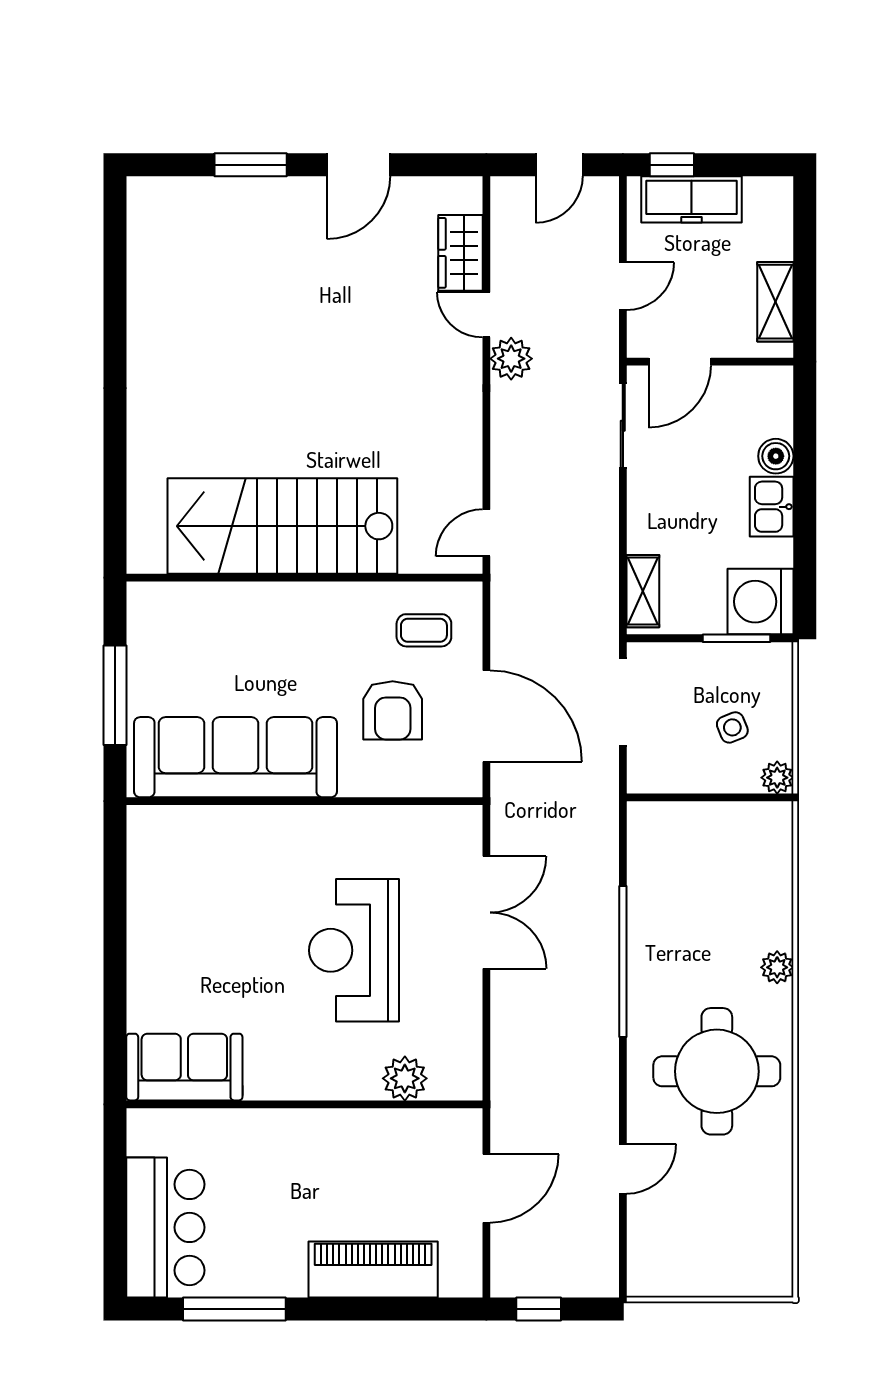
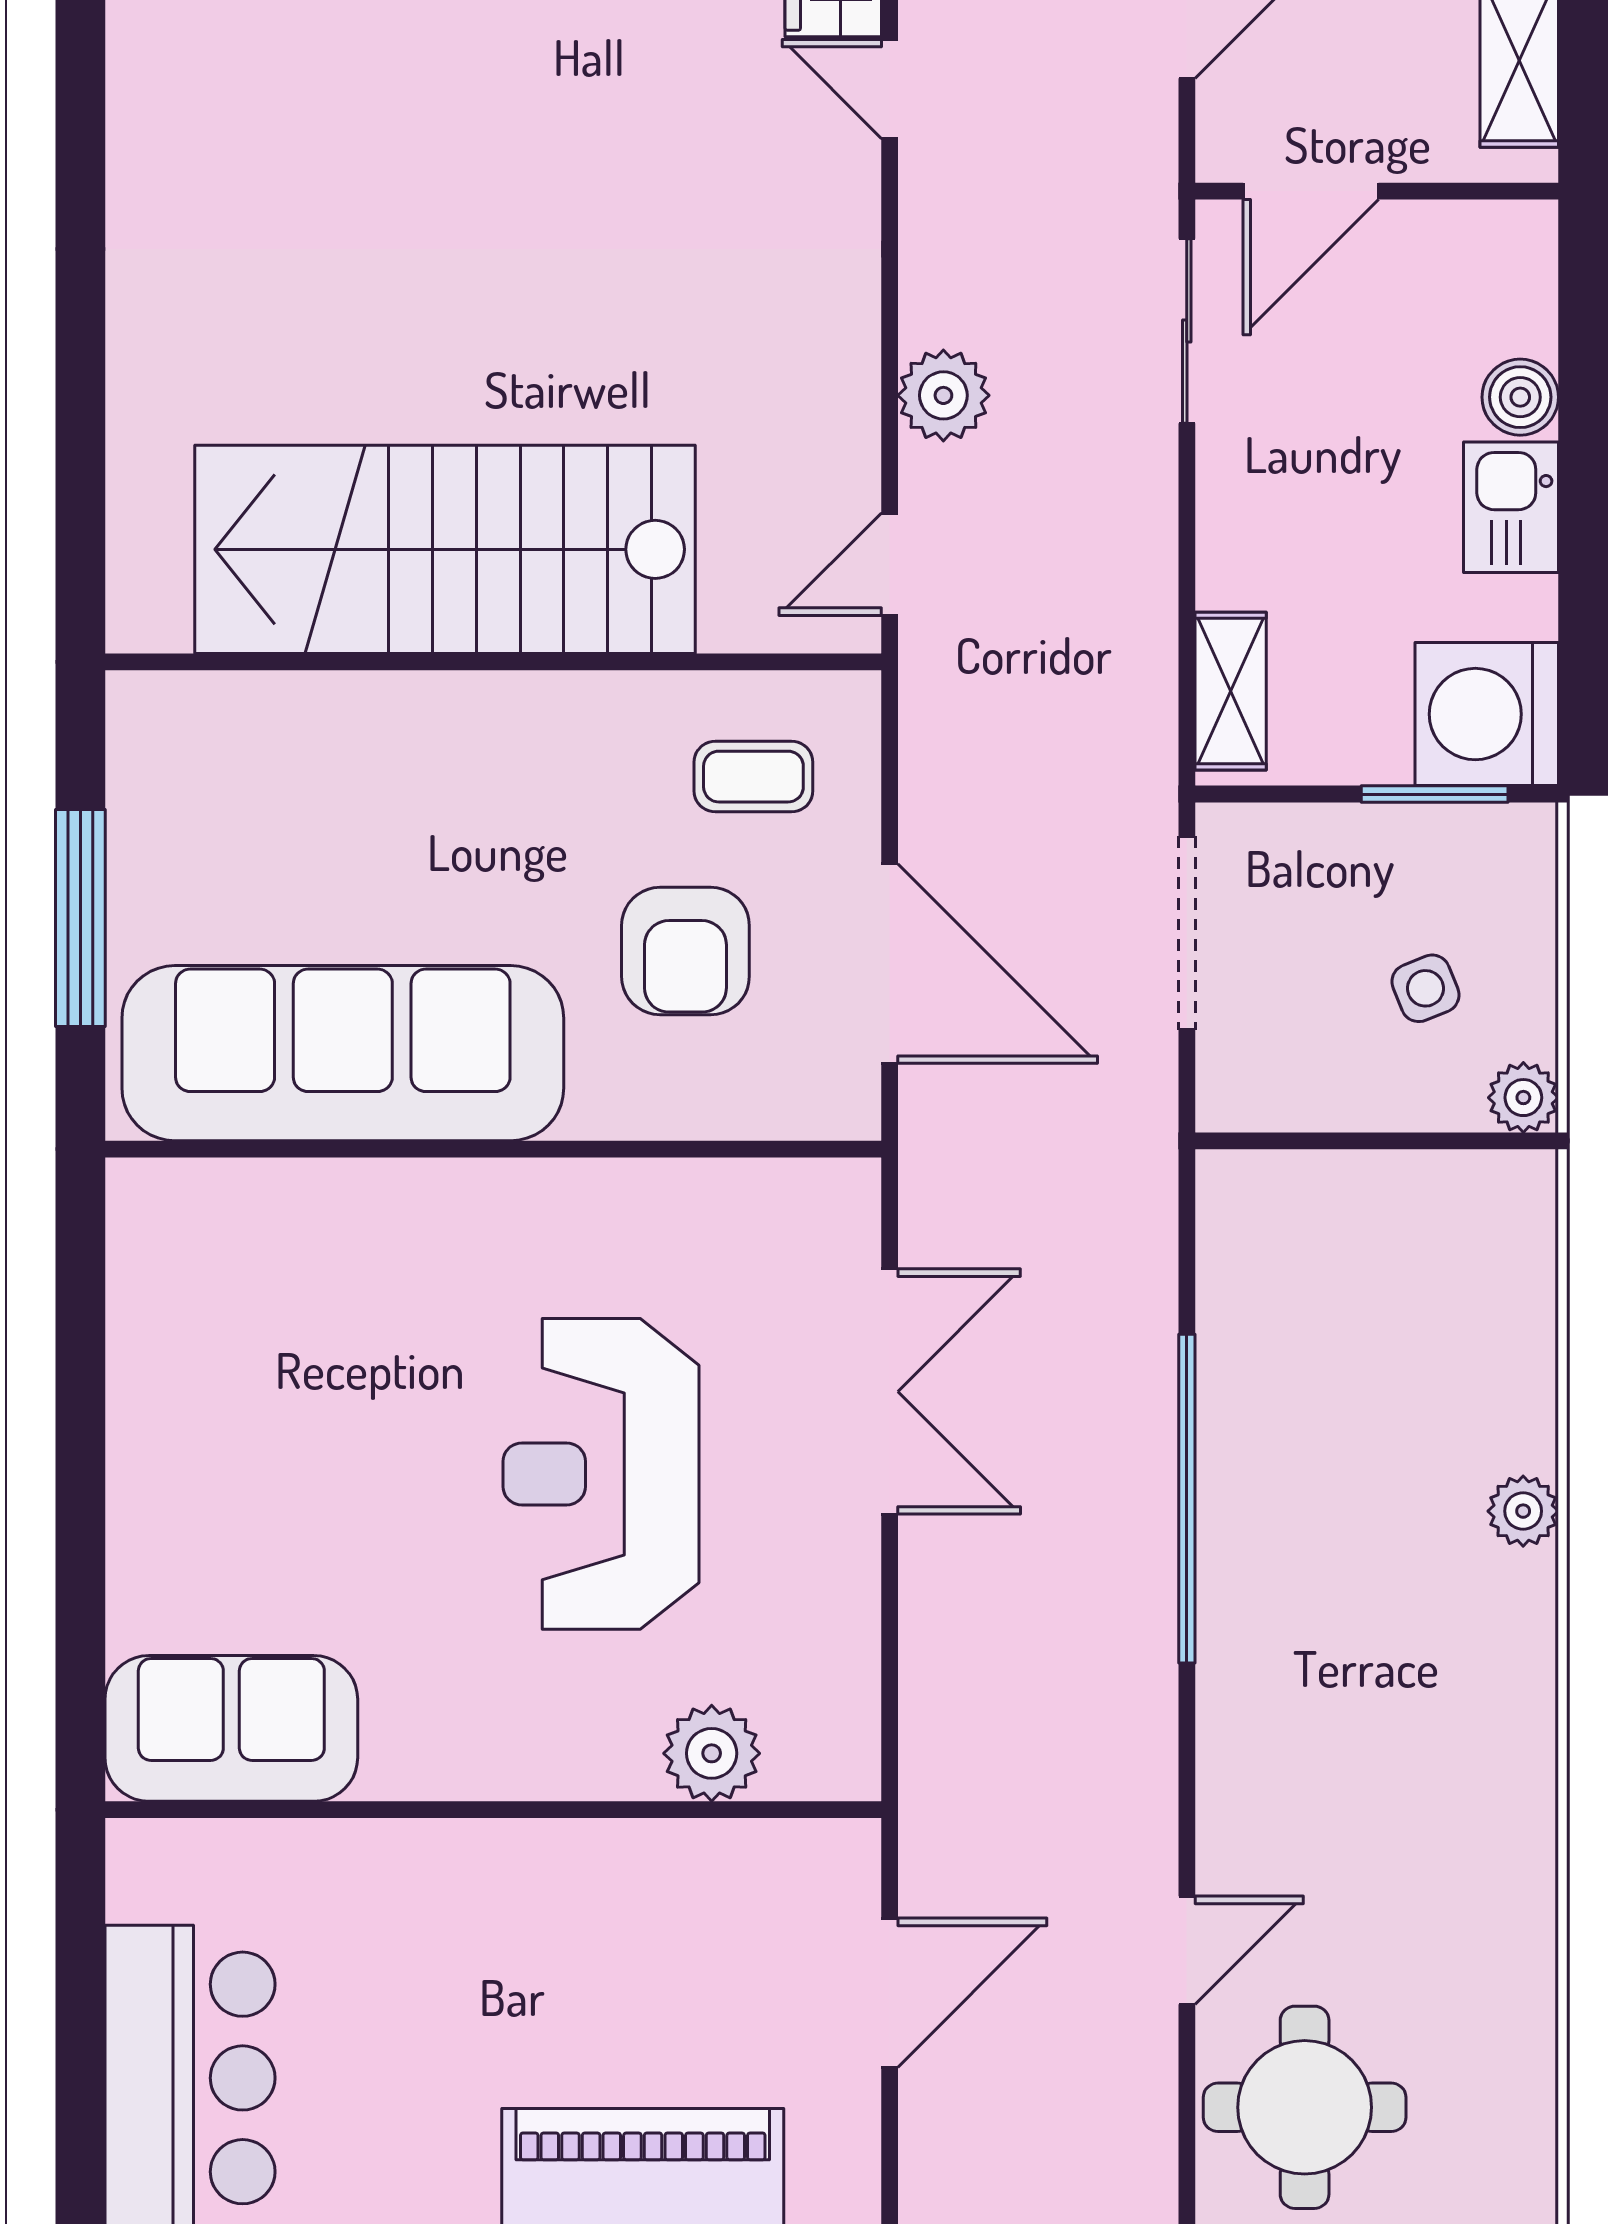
plant: (511, 359) -> (943, 395), moved
round table: (717, 1071) -> (1305, 2107), moved, width x0.73, depth x0.73

